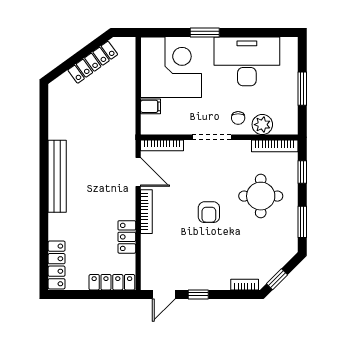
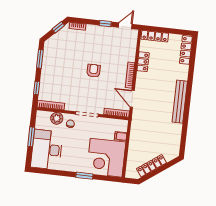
desk: (247, 61) -> (47, 150), moved, turned 90
round table: (261, 196) -> (62, 77), removed

